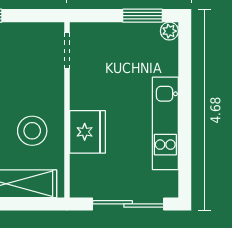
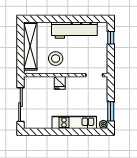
kitchen unit: (165, 123) -> (74, 122), moved
fridge: (87, 132) -> (60, 83), width x0.53, depth x0.75

